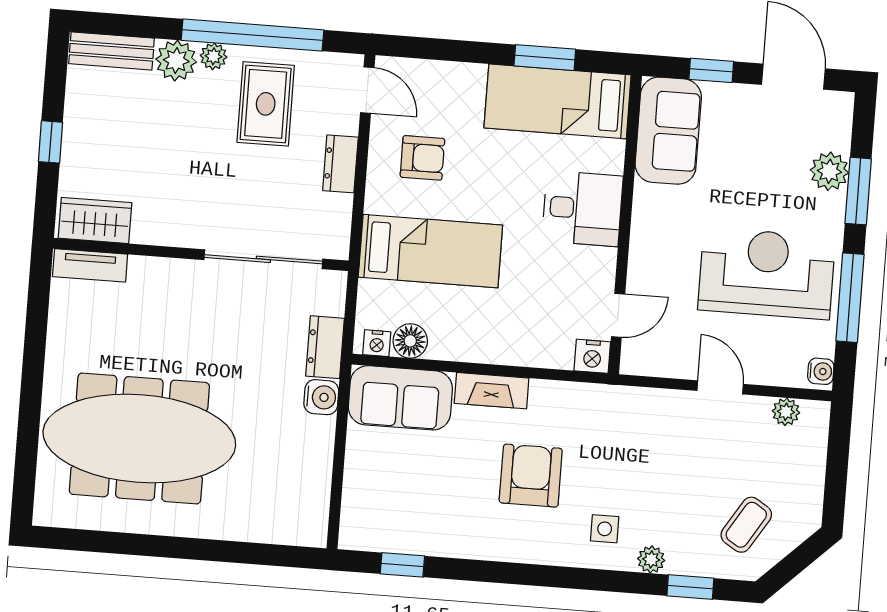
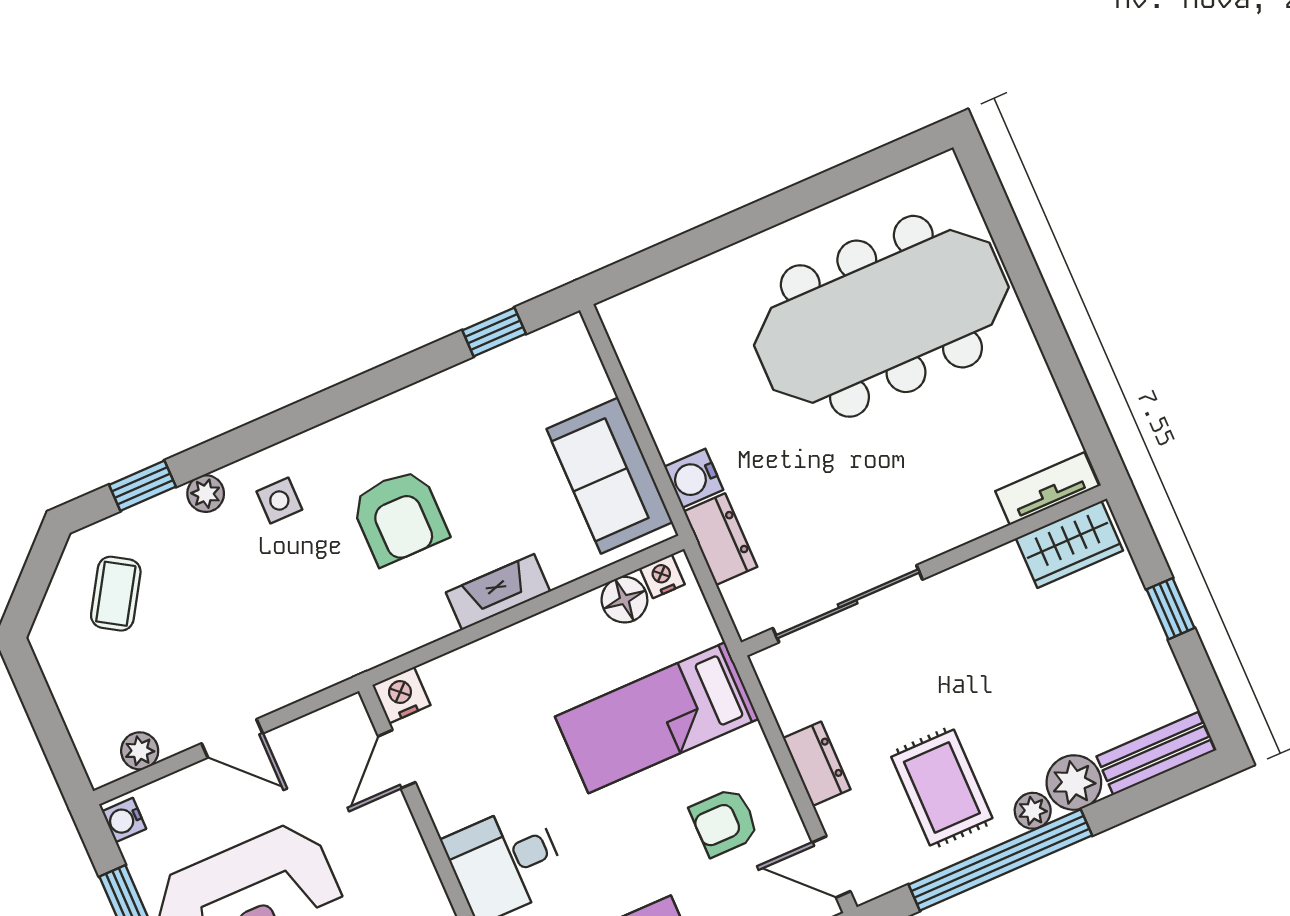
sofa: (400, 398) -> (610, 476), moved, turned -90

